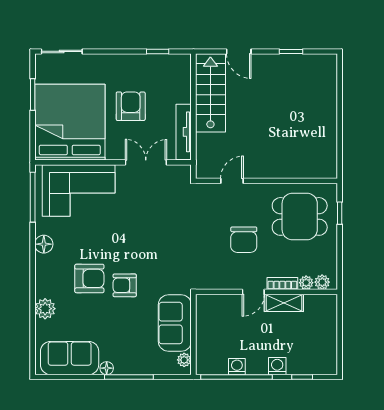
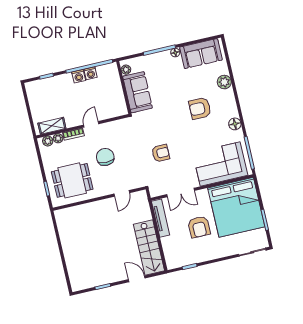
armchair: (125, 285) -> (161, 153), moved
shelving: (284, 303) -> (52, 126), moved
washing machine: (277, 366) -> (79, 76), moved

